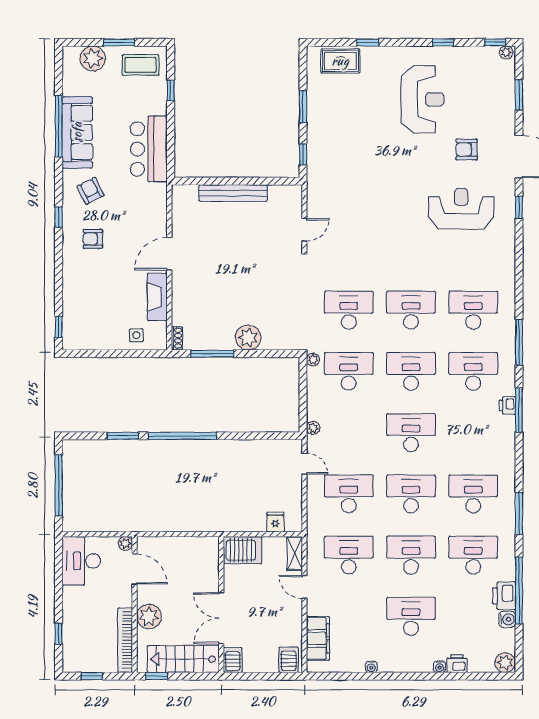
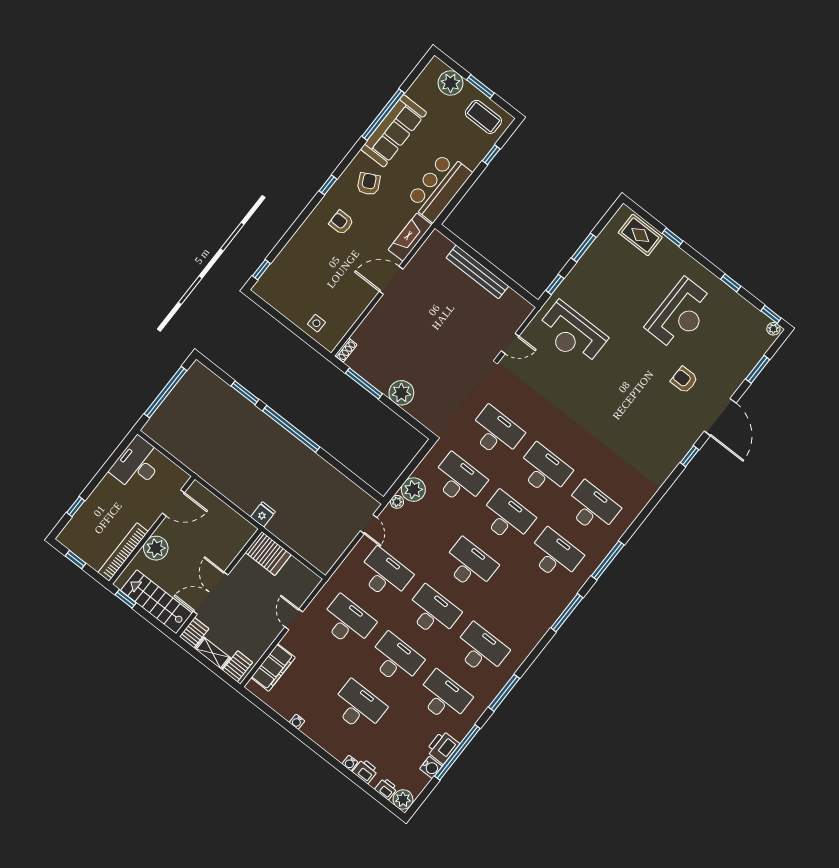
reception desk: (461, 209) -> (572, 334), moved, turned 180
fireplace: (157, 297) -> (410, 237), moved
plant: (313, 360) -> (413, 490), moved, width x1.87, depth x1.87
printer: (507, 406) -> (386, 789), moved, turned 90
fridge: (275, 522) -> (263, 514), moved
plant: (125, 543) -> (182, 477), removed
shelving: (295, 553) -> (213, 653), moved, turned 90
door: (135, 569) -> (173, 503), hinge flipped

